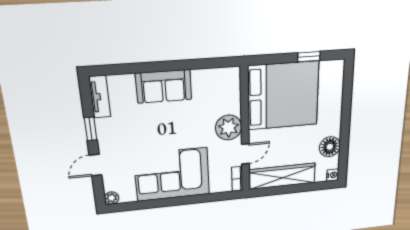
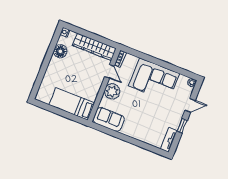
window: (309, 57) -> (54, 110), removed
sofa: (164, 86) -> (109, 119), moved
bed: (283, 96) -> (72, 104), width x0.49
door: (245, 154) -> (109, 71), swing flipped

